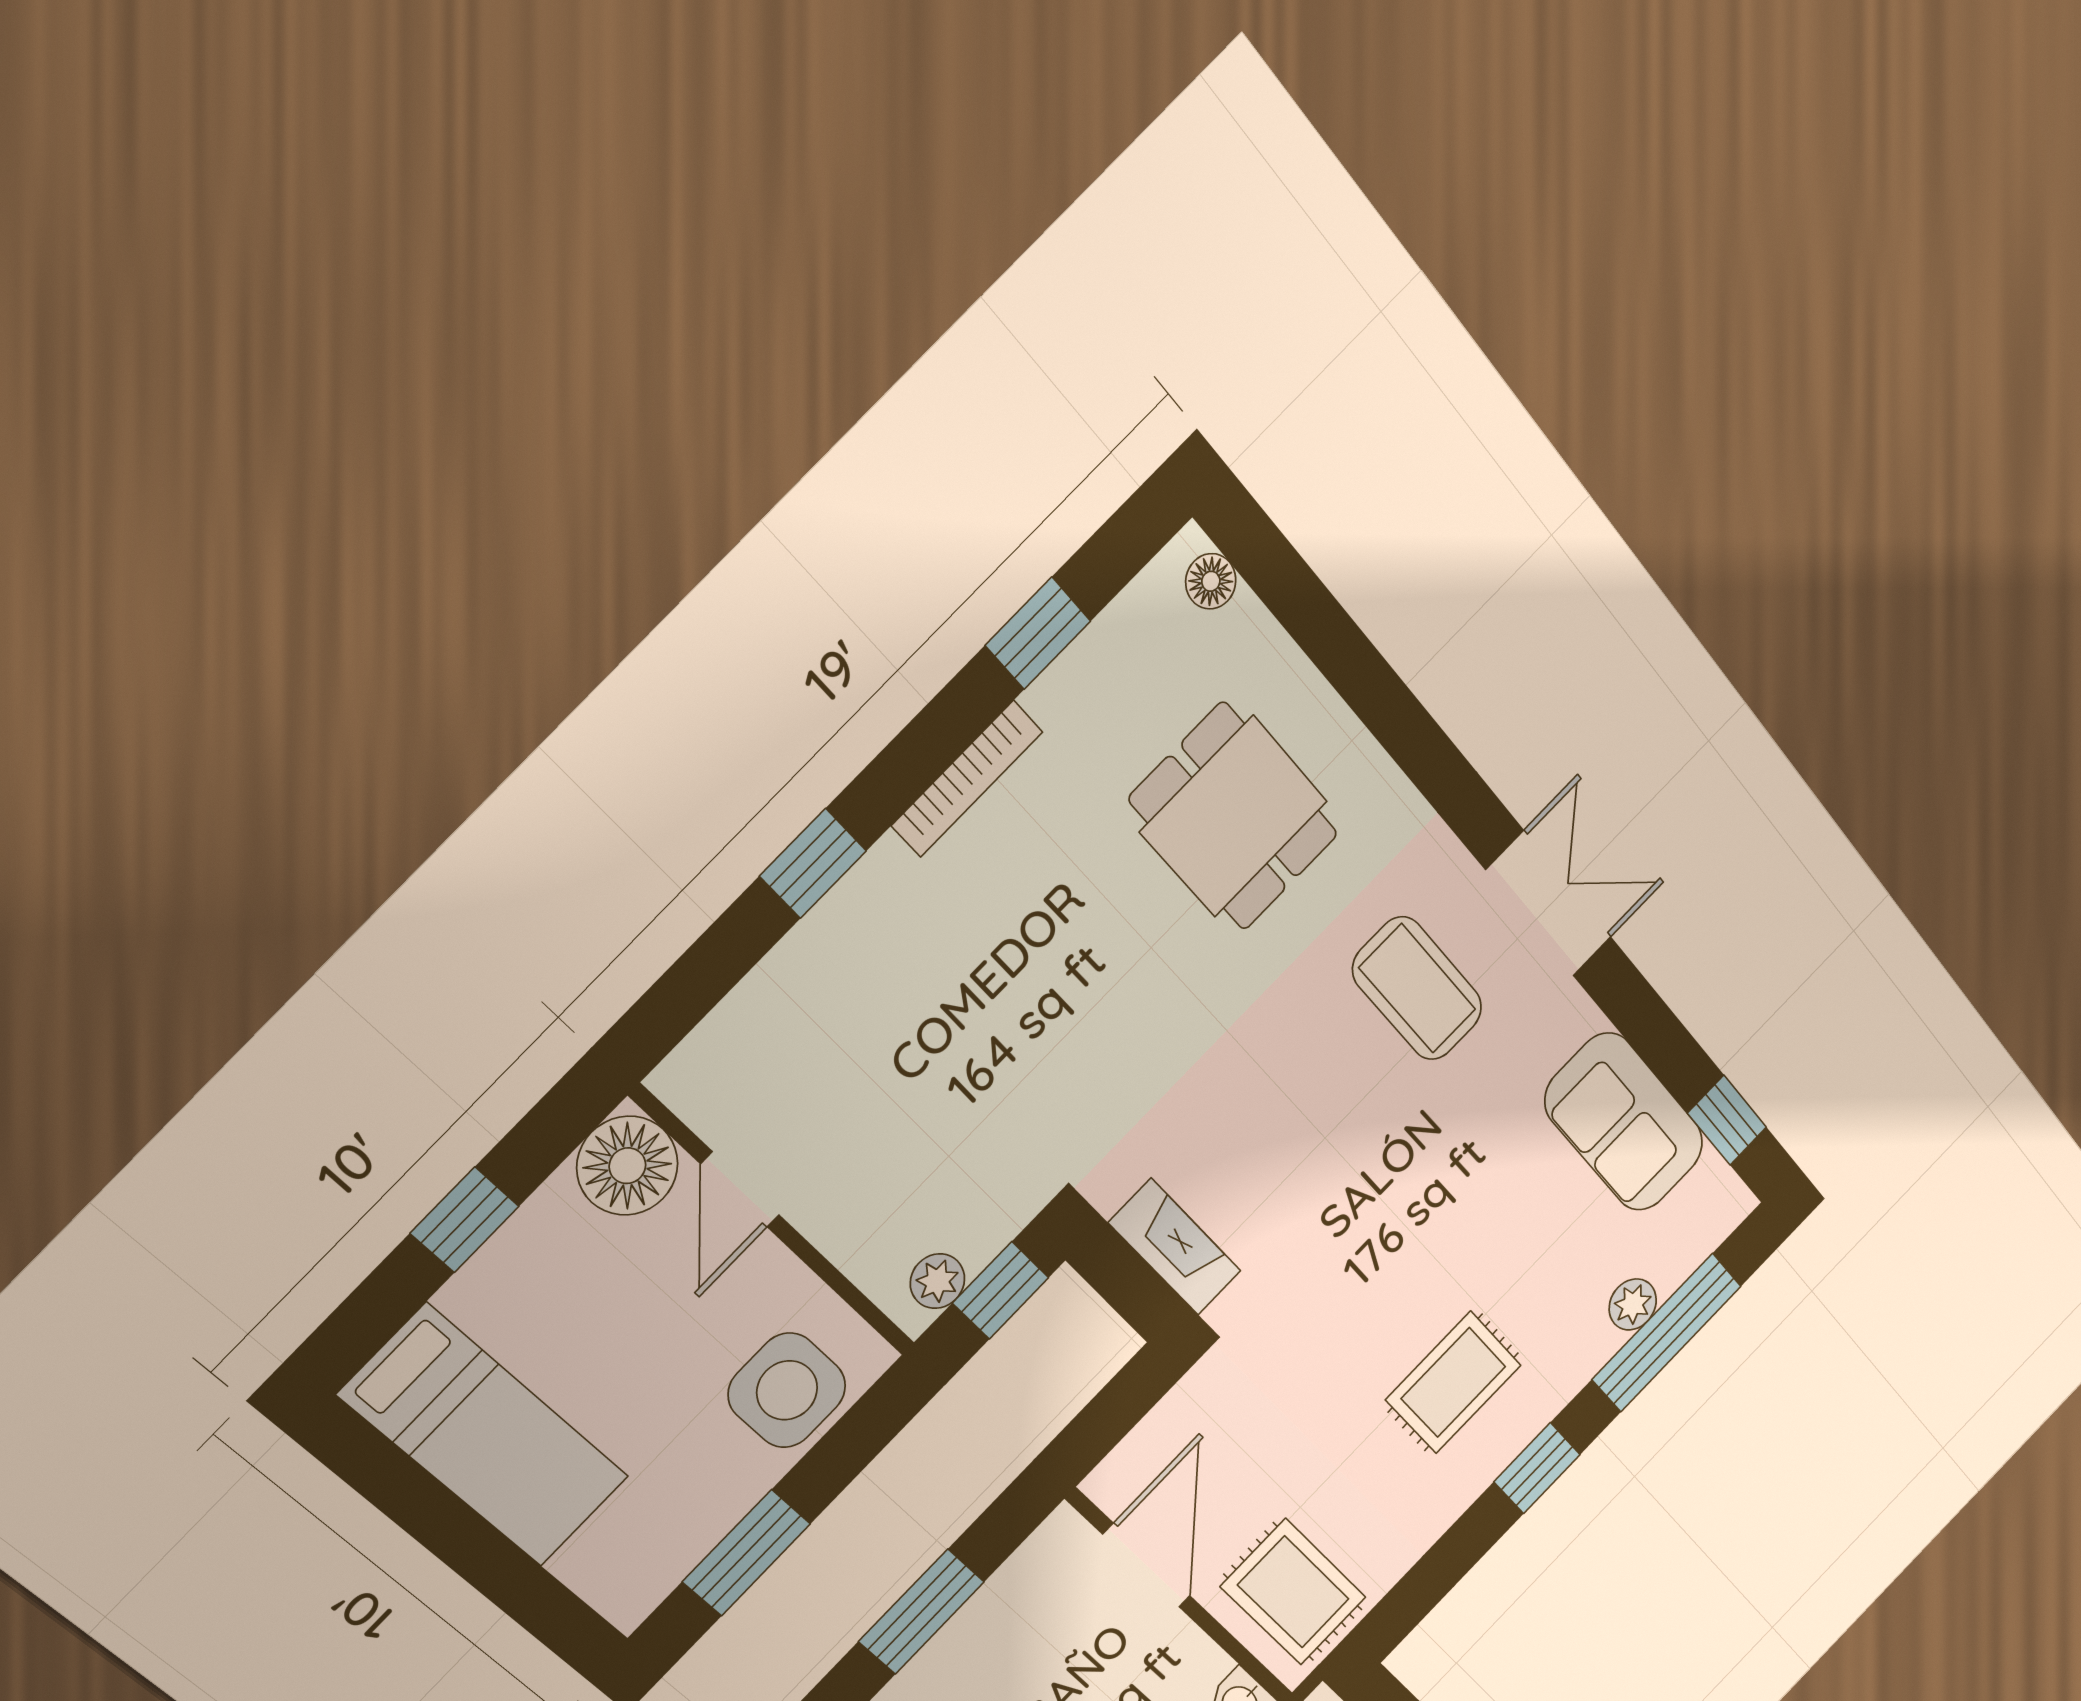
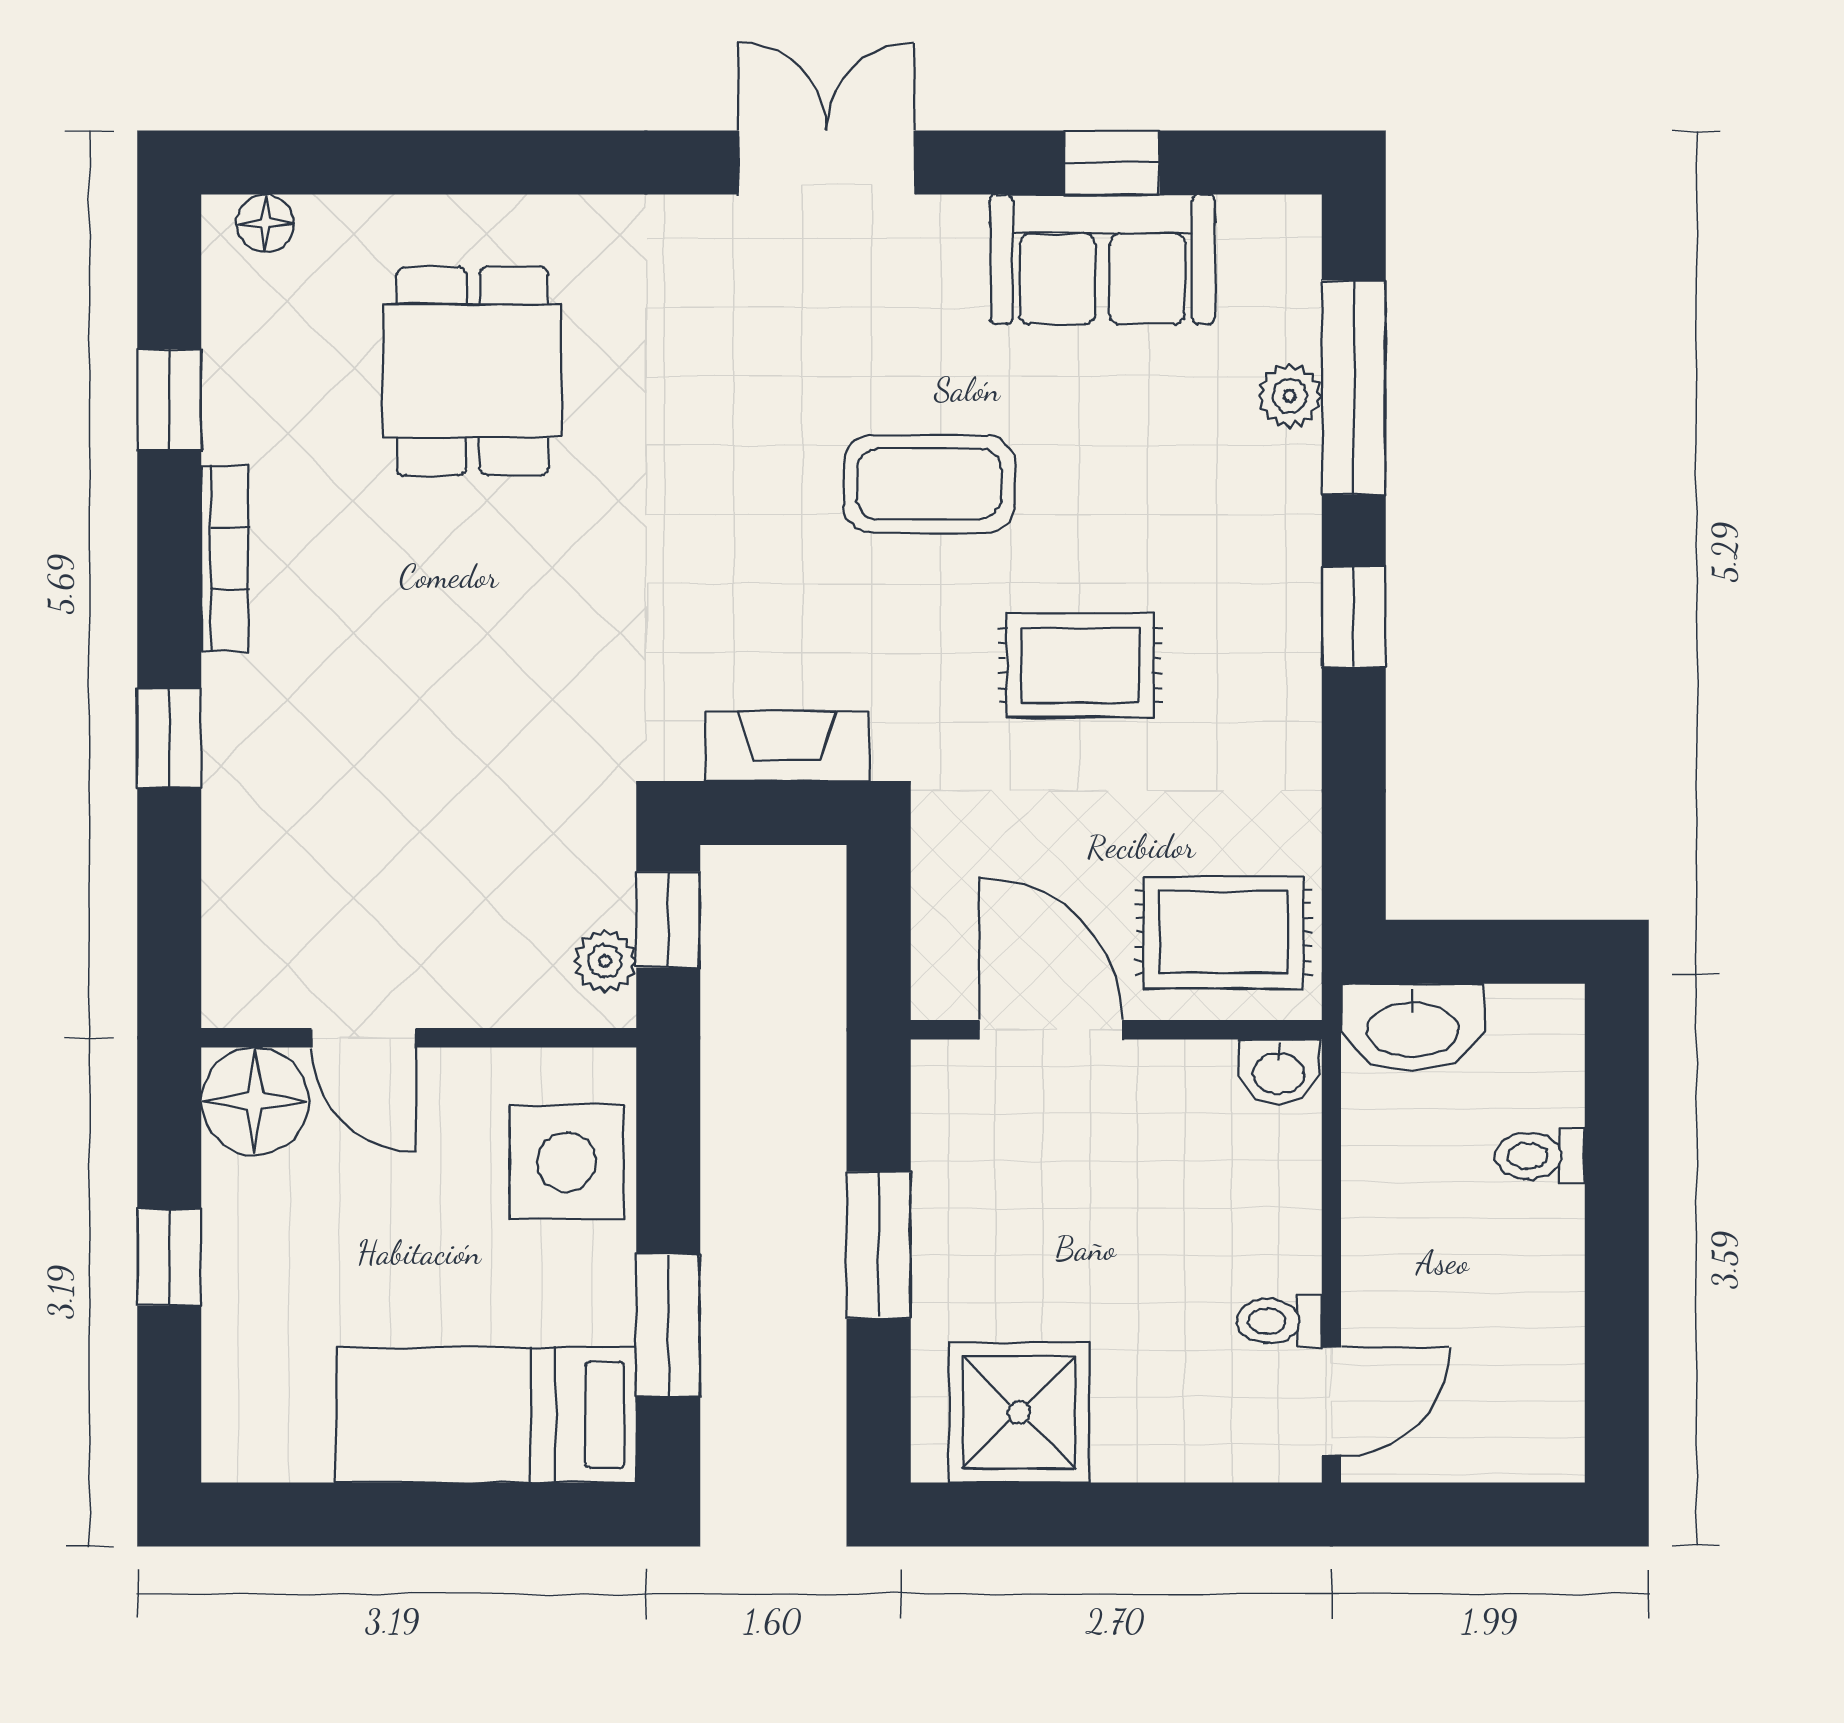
dining table: (1234, 817) -> (473, 371), turned 90
coffee table: (1417, 989) -> (929, 484), moved
window: (1727, 1120) -> (1112, 163), moved
rug: (1453, 1382) -> (1080, 666), moved, turned 90
bed: (485, 1436) -> (486, 1415), moved, turned 180

